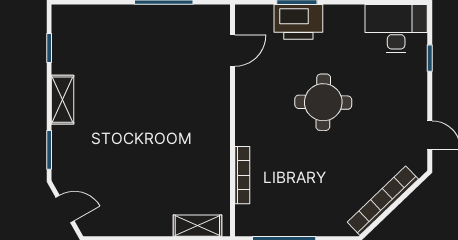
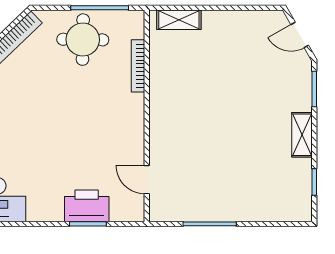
door: (232, 51) -> (147, 180), hinge flipped
round table: (323, 102) -> (83, 40), moved

